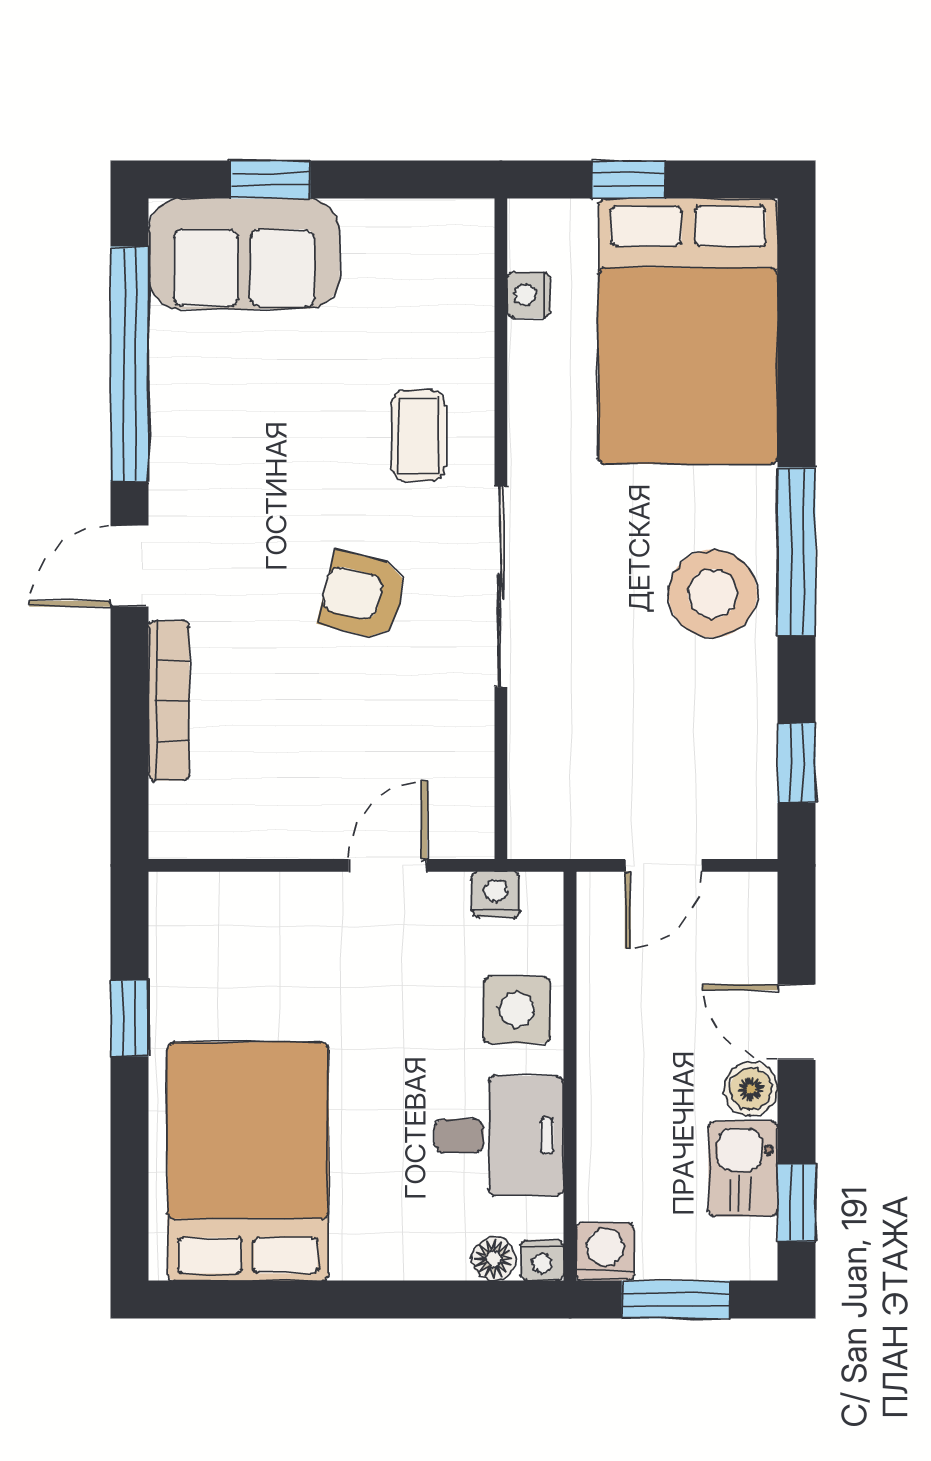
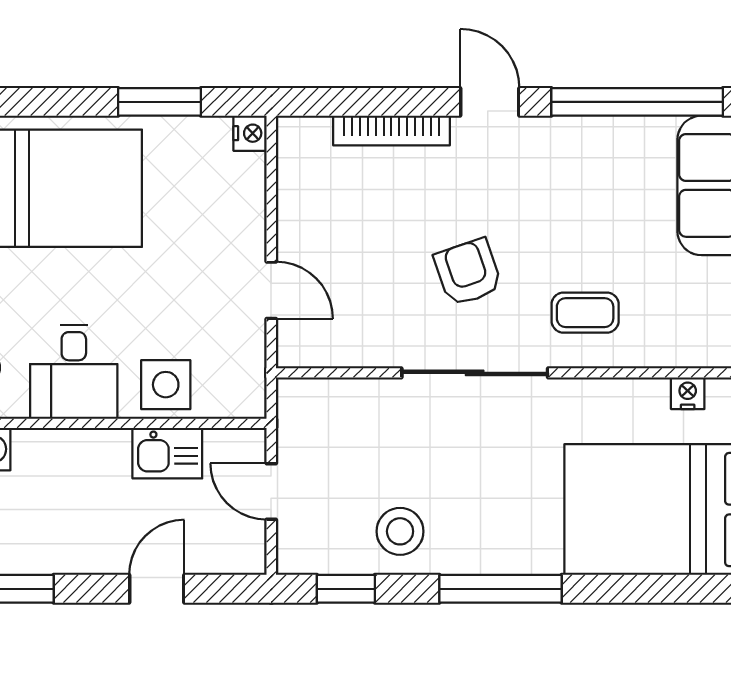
stool: (713, 594) -> (400, 531), moved, width x0.73, depth x0.73
armchair: (363, 596) -> (468, 272), turned -33
nightstand: (496, 894) -> (250, 133), moved
window: (130, 1018) -> (160, 102), width x1.50
boiler: (751, 1089) -> (108, 555), removed
kitchen sink: (743, 1169) -> (167, 453), moved, turned 180

